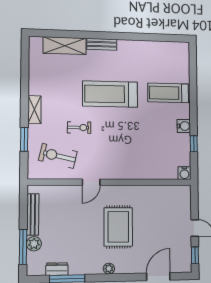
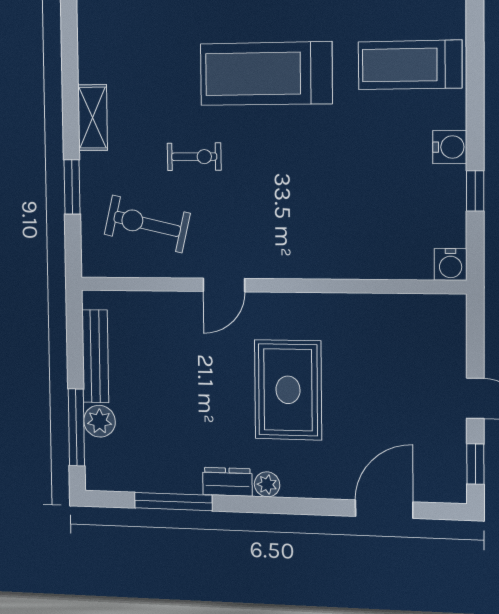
dresser: (57, 269) -> (227, 482), moved

